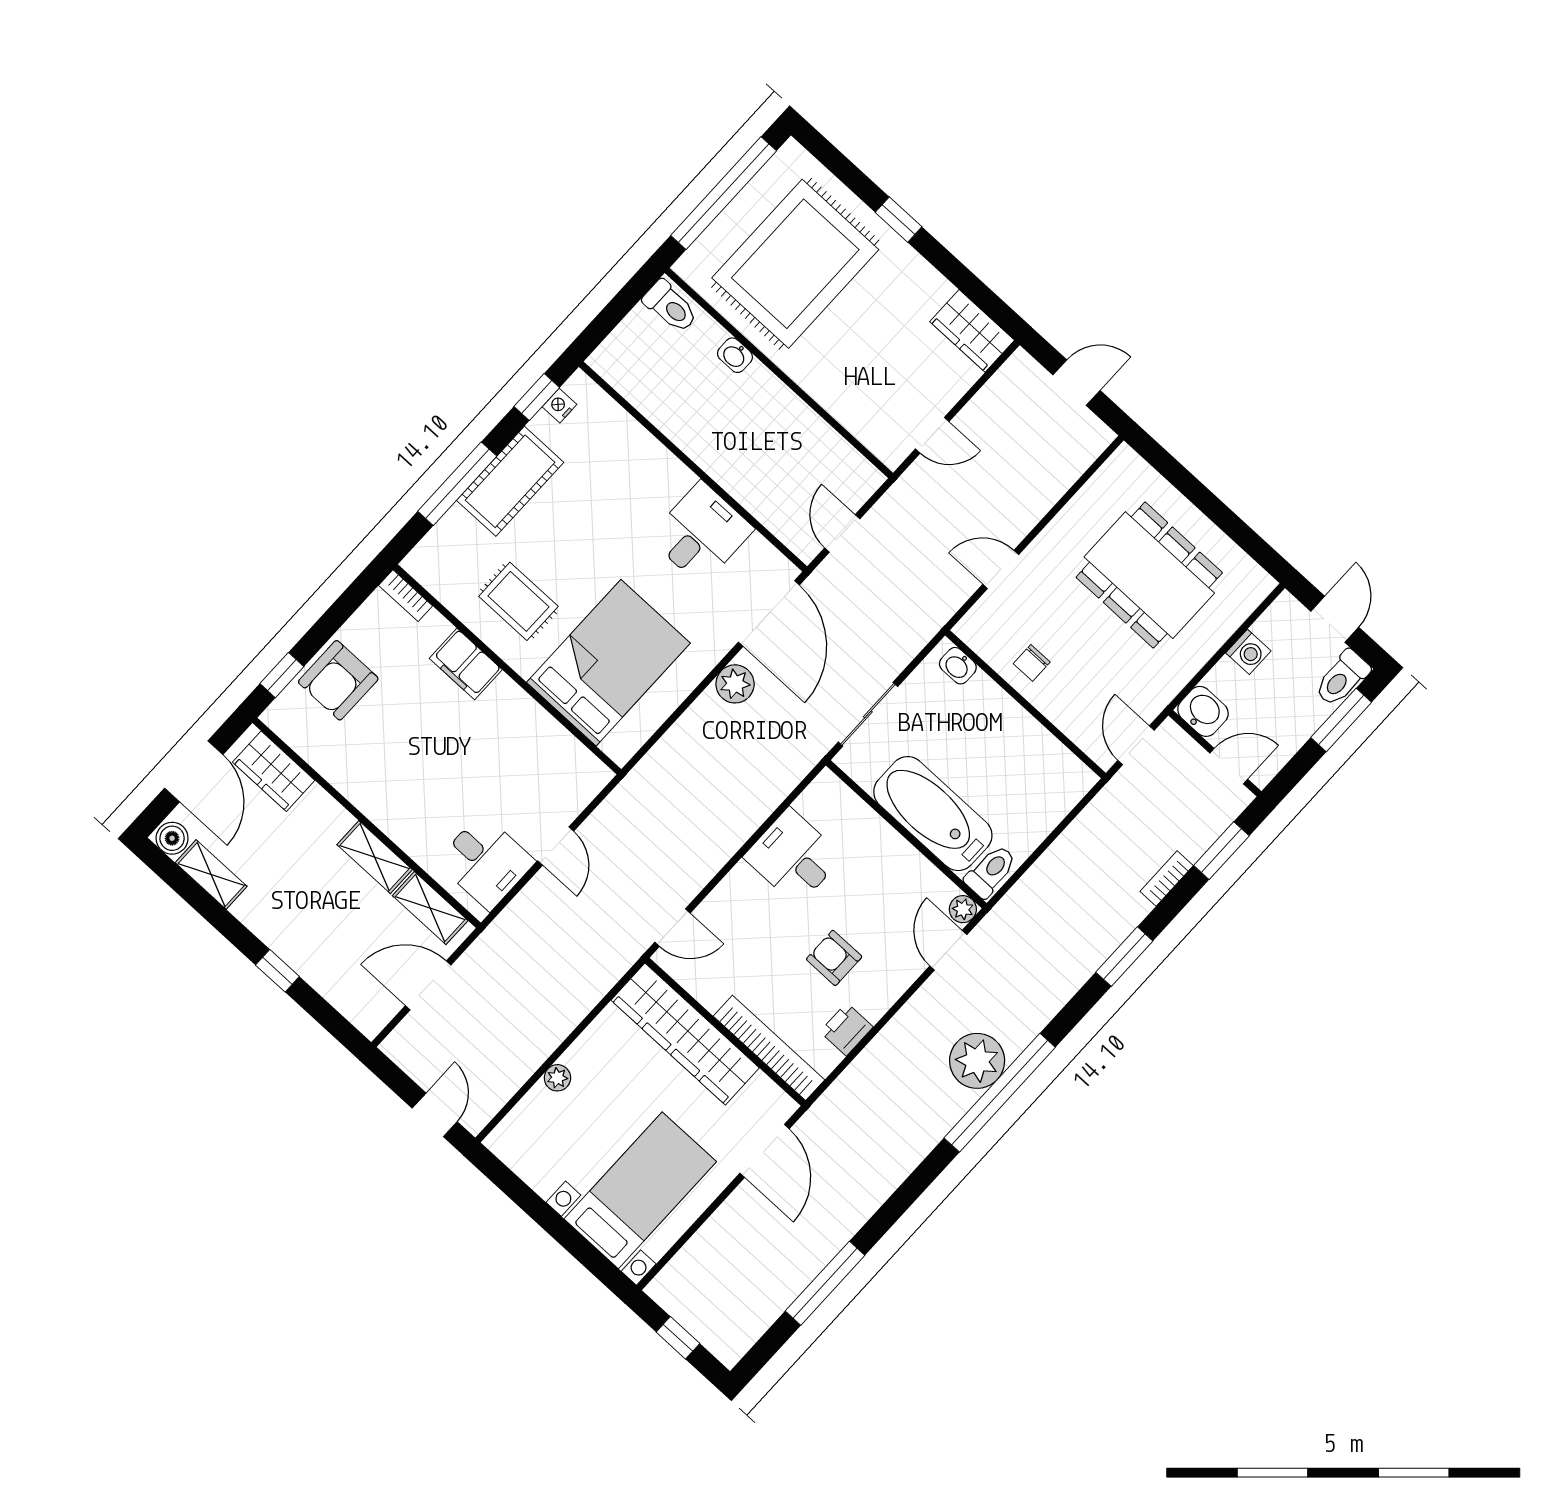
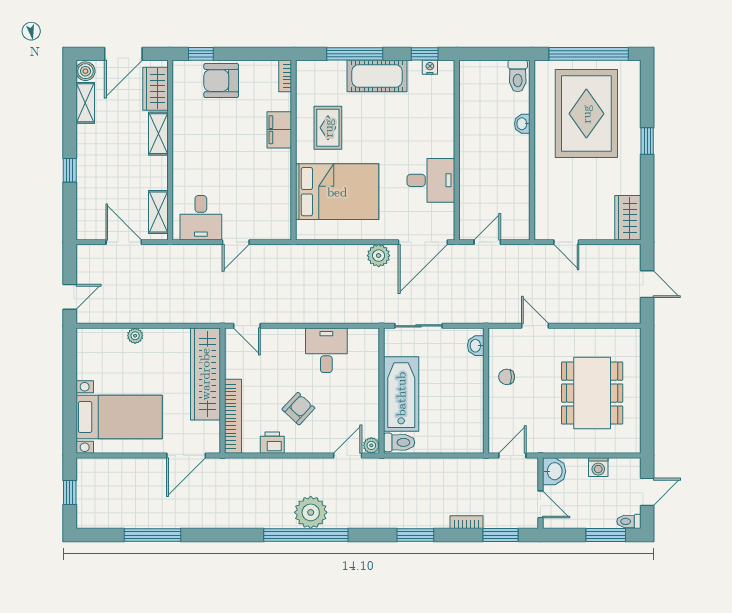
rug: (795, 264) -> (586, 114), turned 90
toilet: (1342, 678) -> (629, 521), width x0.73, depth x0.72
shelving: (375, 857) -> (158, 134), moved
armchair: (834, 958) -> (298, 409), turned 43

